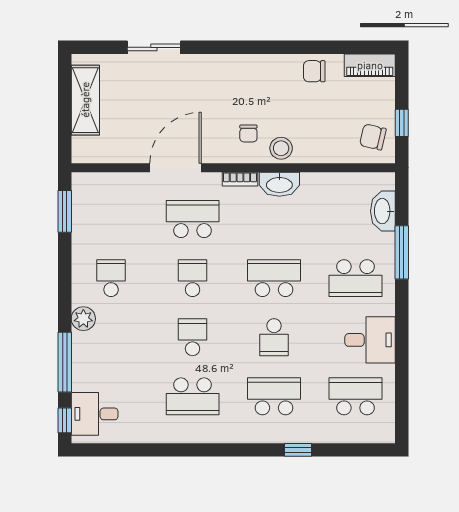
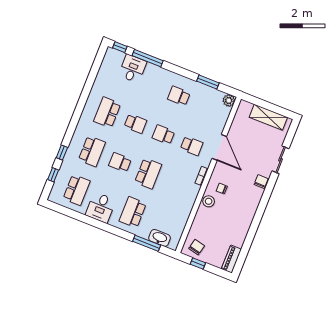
chair: (314, 71) -> (261, 182), moved
washbasin: (279, 184) -> (192, 194), removed
window: (65, 211) -> (208, 82), moved
school desk: (193, 219) -> (192, 146), width x0.54
window: (402, 252) -> (147, 243), moved
school desk: (111, 278) -> (179, 96), turned 180
school desk: (193, 278) -> (163, 135), turned 180
plant: (83, 319) -> (229, 100), moved
desk: (95, 414) -> (133, 69), moved
window: (345, 450) -> (53, 175), added

